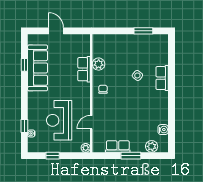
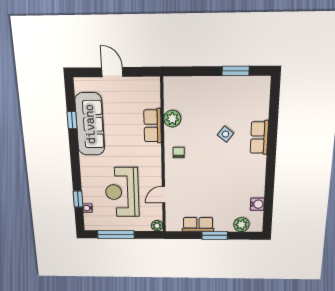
window: (53, 156) -> (116, 235), width x2.17

